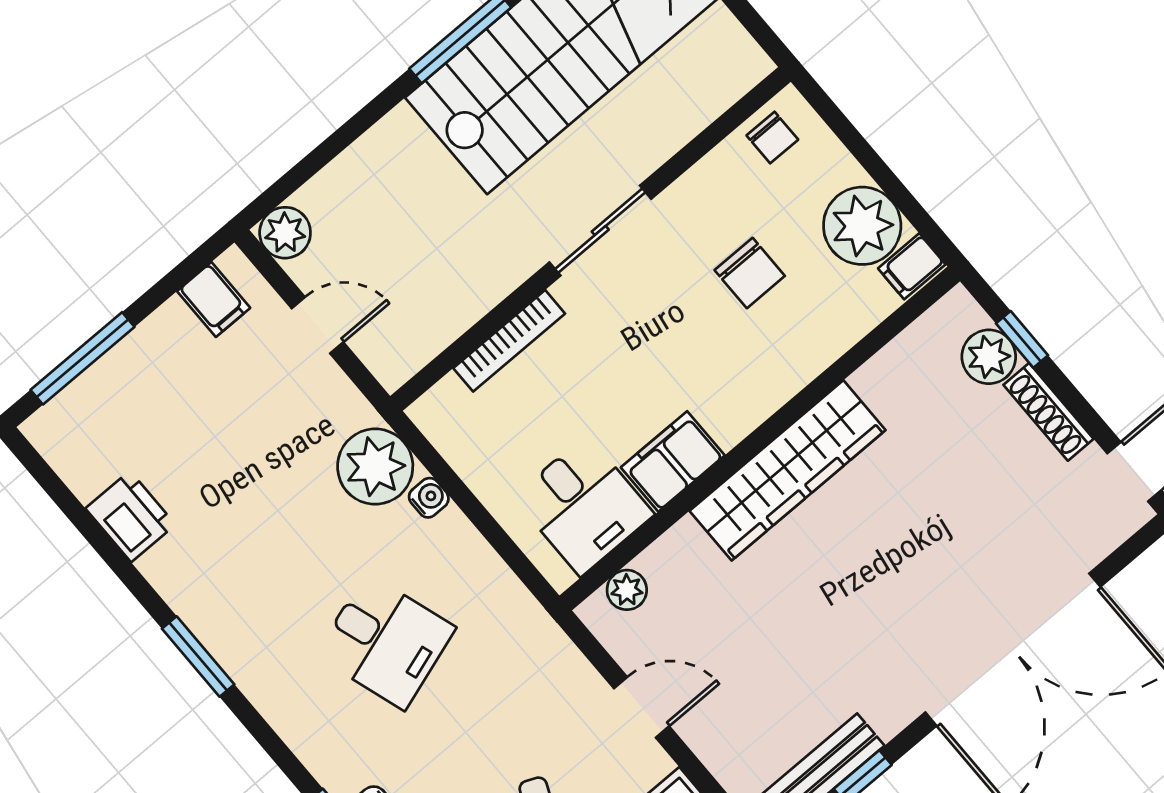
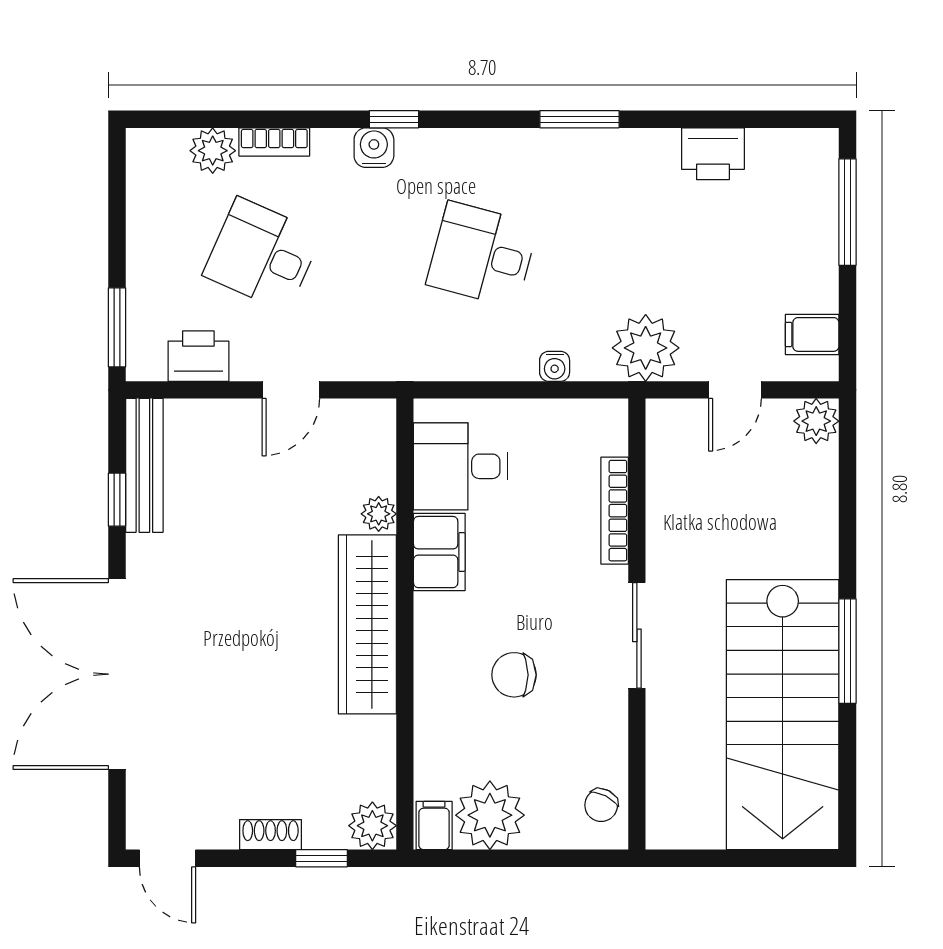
chair: (772, 137) -> (601, 805), turned -63
chair: (750, 273) -> (514, 675), moved
plant: (989, 357) -> (372, 826), moved
shoe rack: (1049, 412) -> (271, 835), width x0.70
plant: (375, 467) -> (646, 348), moved
plant: (627, 590) -> (379, 514), moved
desk: (385, 641) -> (482, 255), turned 33

